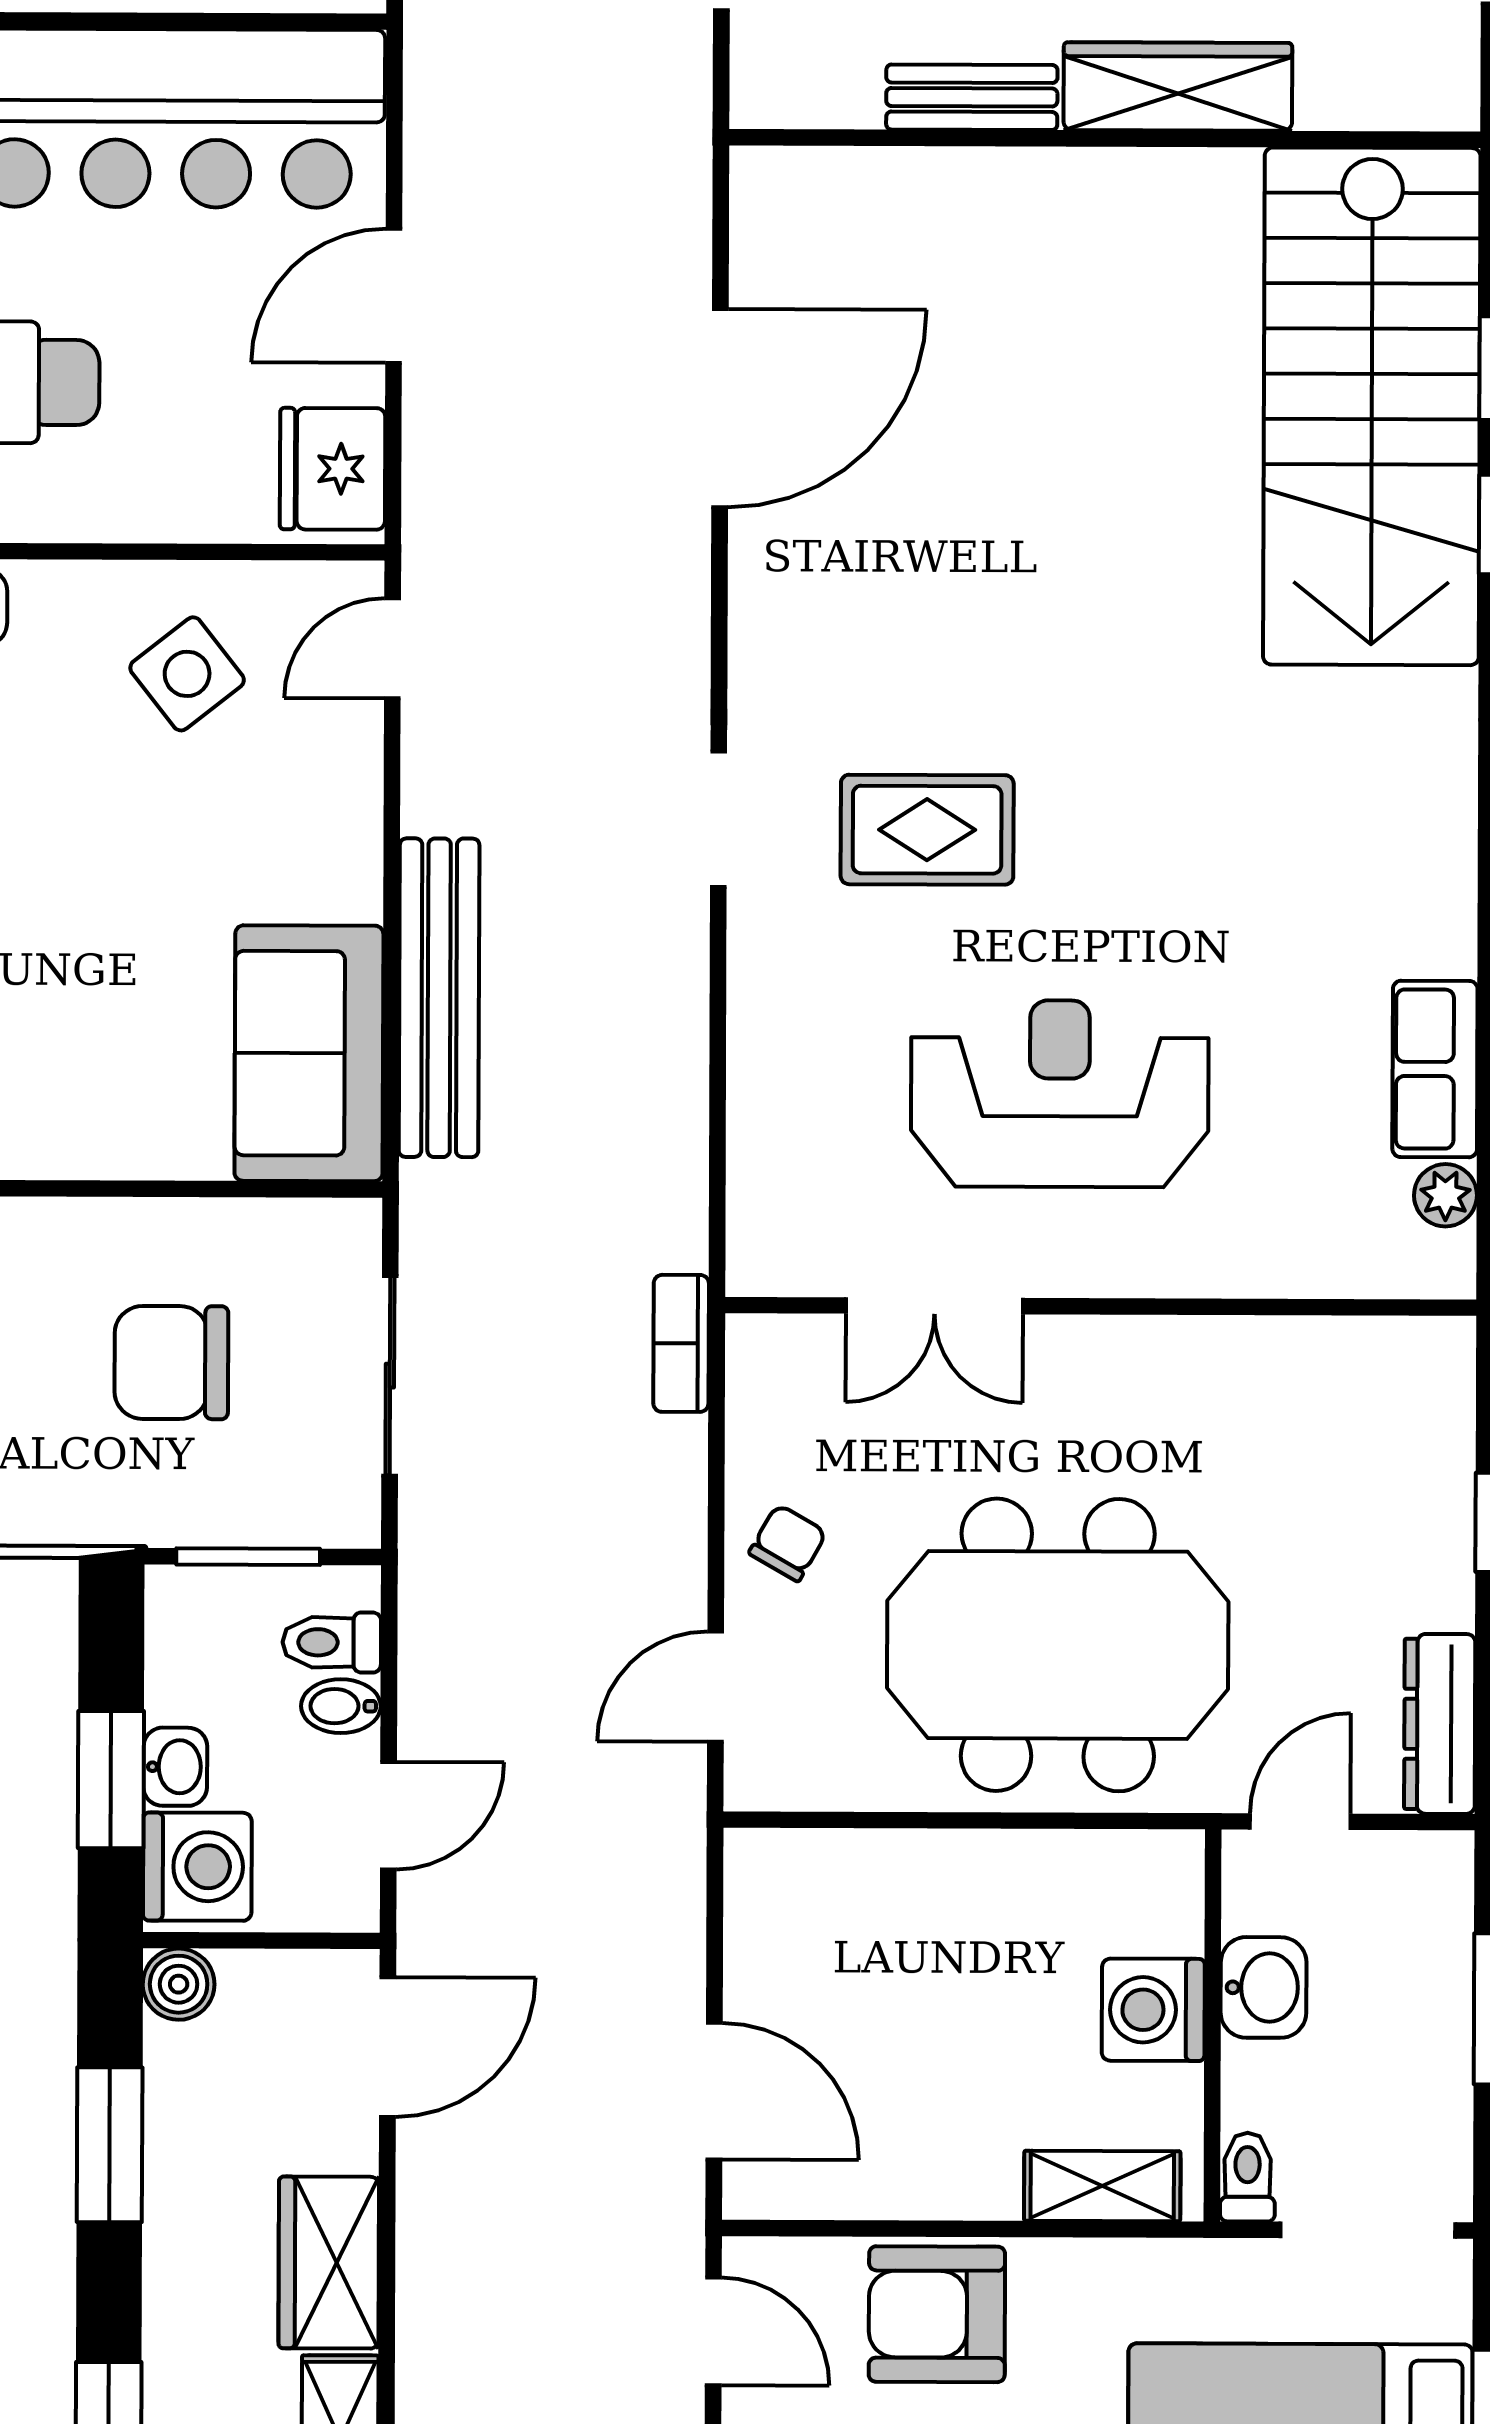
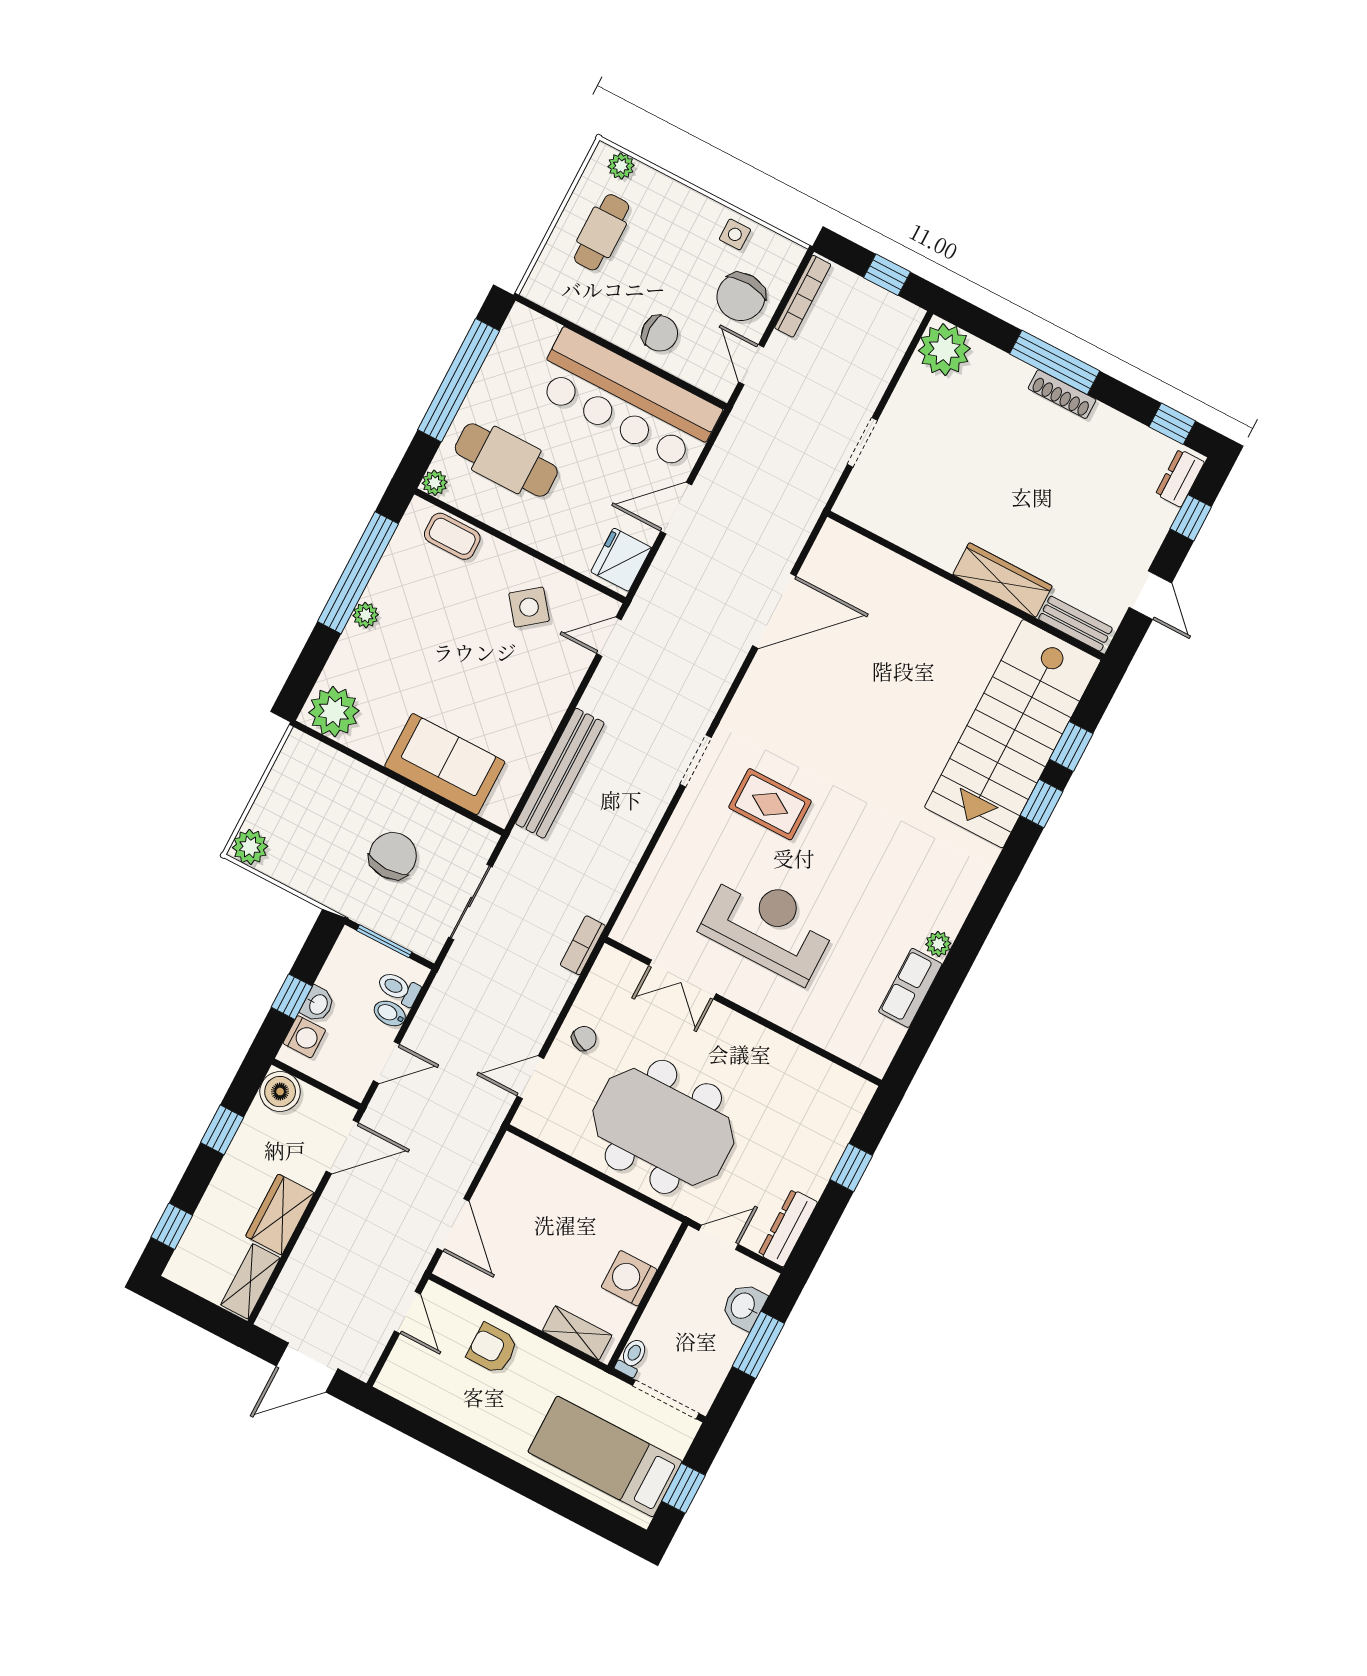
bench: (972, 97) -> (1075, 624), moved
sofa: (309, 1053) -> (445, 764), moved, turned 90
plant: (1445, 1195) -> (938, 944), moved
chair: (171, 1363) -> (393, 856), turned 90
window: (111, 1780) -> (292, 997), width x0.67
washing machine: (197, 1867) -> (304, 1037), width x0.73, depth x0.73
boiler: (179, 1984) -> (280, 1092), width x1.36, depth x1.36
washbasin: (1264, 1987) -> (744, 1306), moved, turned 180
window: (110, 2145) -> (222, 1130), width x0.67
armchair: (937, 2314) -> (492, 1349), width x0.72, depth x0.72

